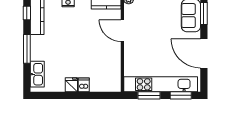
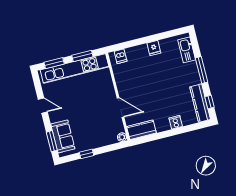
door: (204, 53) -> (43, 106), width x0.53
dishwasher: (84, 85) -> (121, 56), moved

